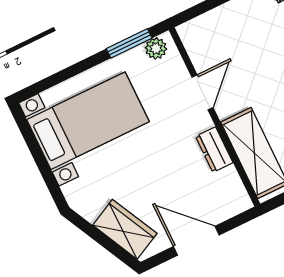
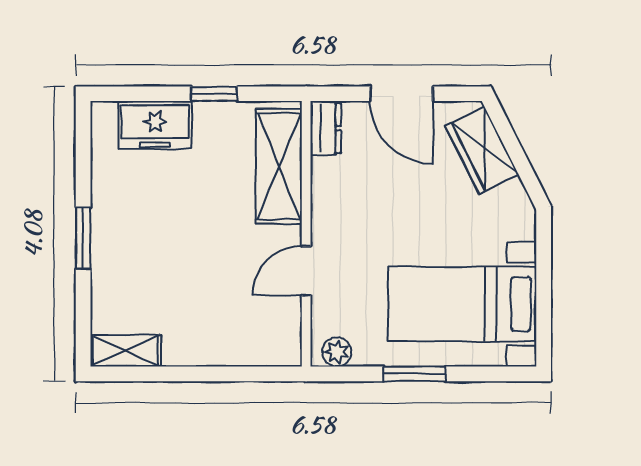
window: (129, 43) -> (414, 374), moved
dresser: (214, 150) -> (326, 128), moved

